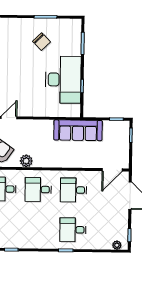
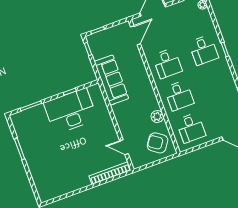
chair: (42, 42) -> (43, 144), removed
door: (112, 170) -> (135, 35), hinge flipped

